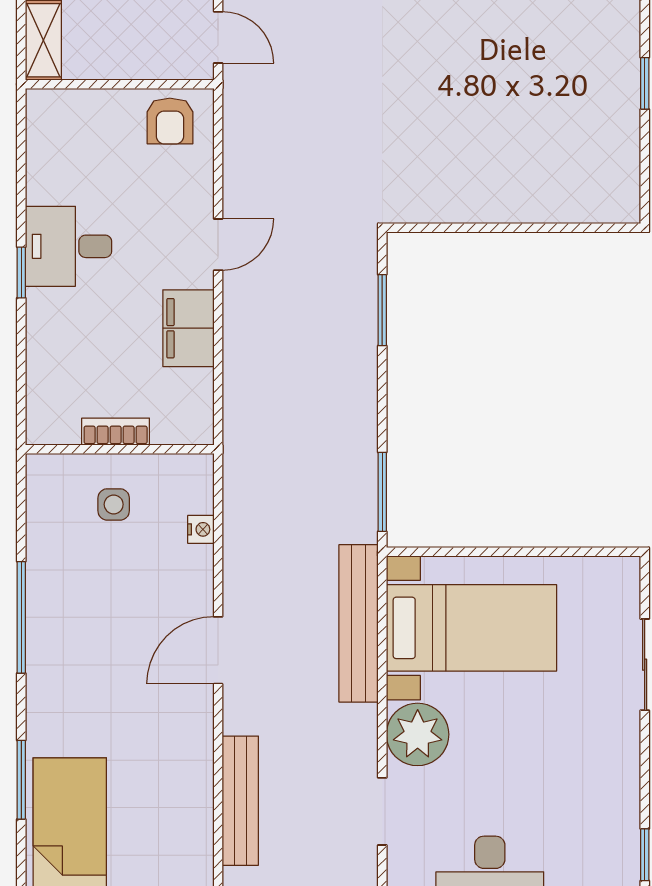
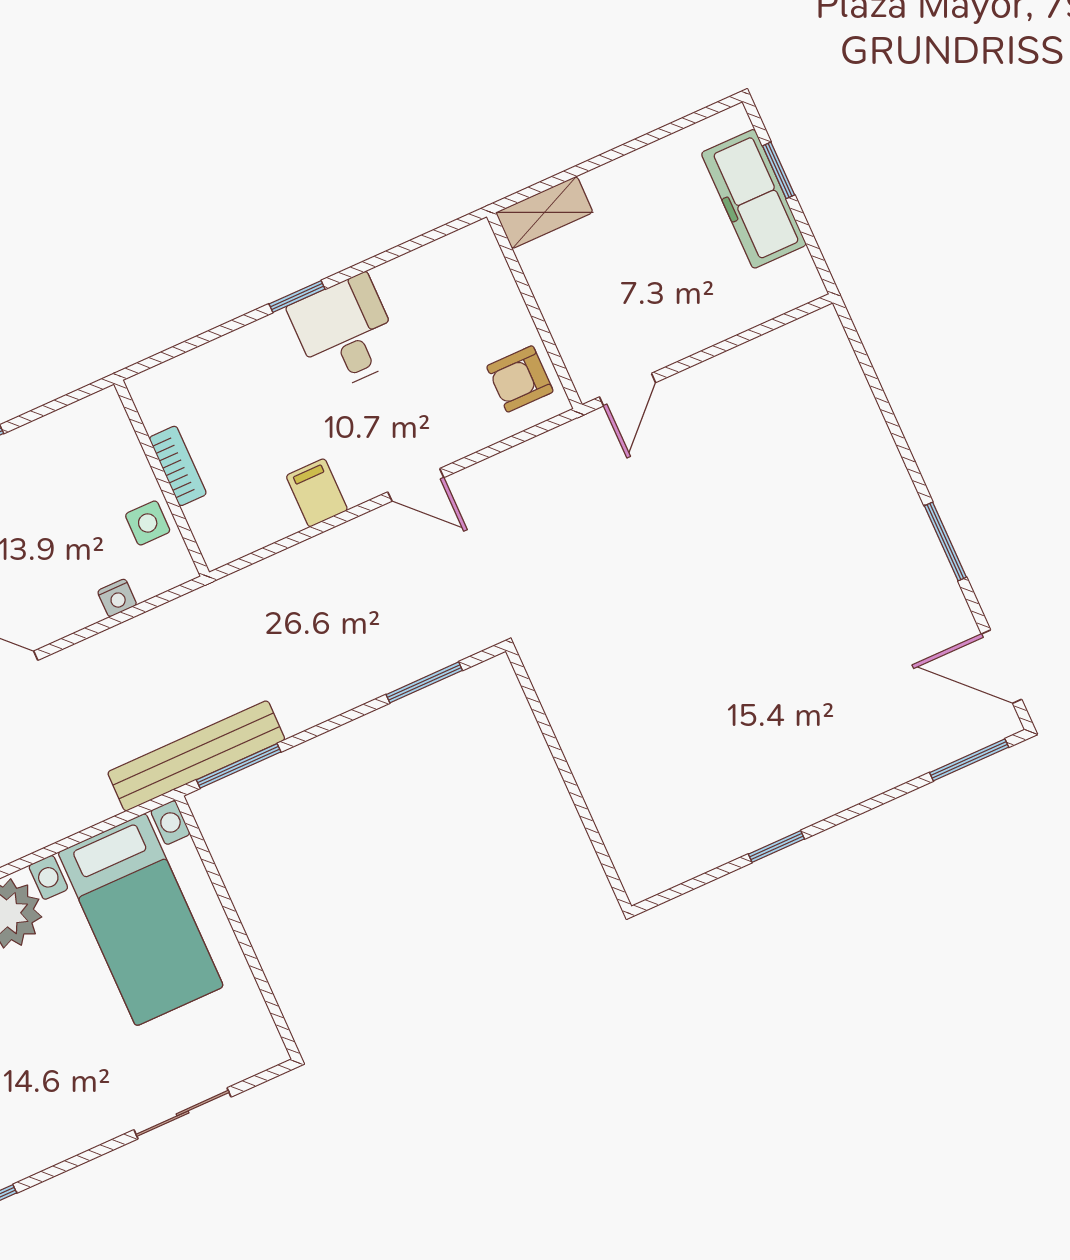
filing cabinet: (188, 328) -> (317, 493), width x0.50
side table: (114, 504) -> (148, 523), moved
bench: (358, 623) -> (196, 756), moved

